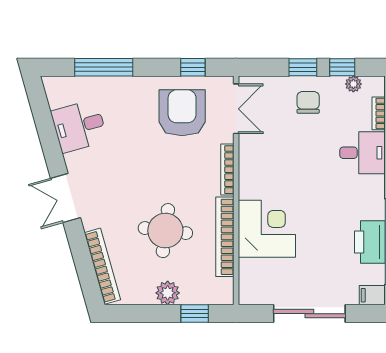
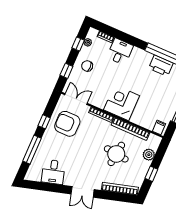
window: (193, 67) -> (44, 122), moved
window: (303, 67) -> (66, 71), moved
corner desk: (267, 229) -> (122, 103), moved
filing cabinet: (251, 290) -> (159, 127), added
plant: (168, 293) -> (149, 155), moved
window: (195, 314) -> (151, 174), moved

